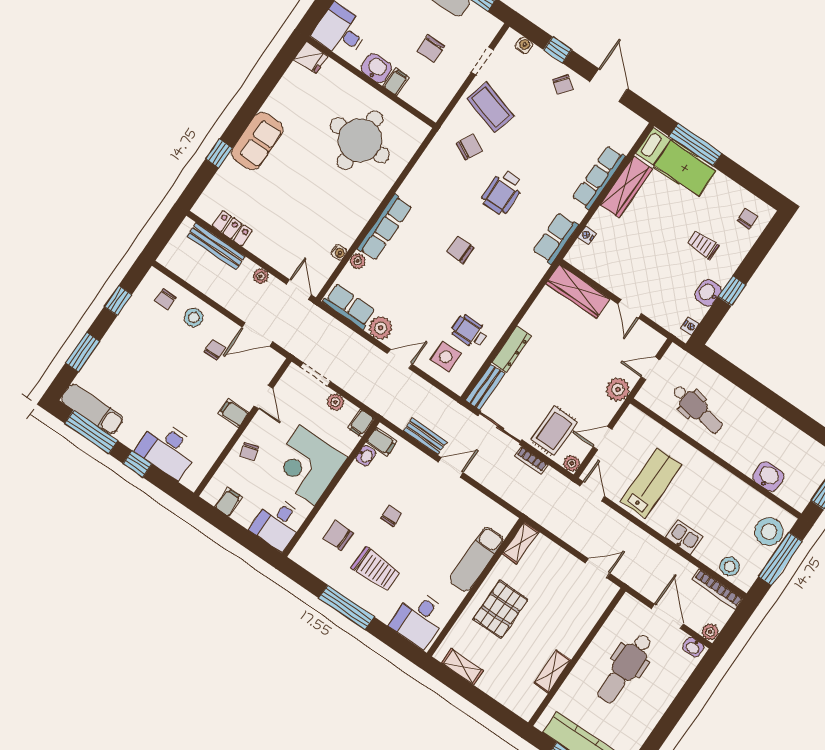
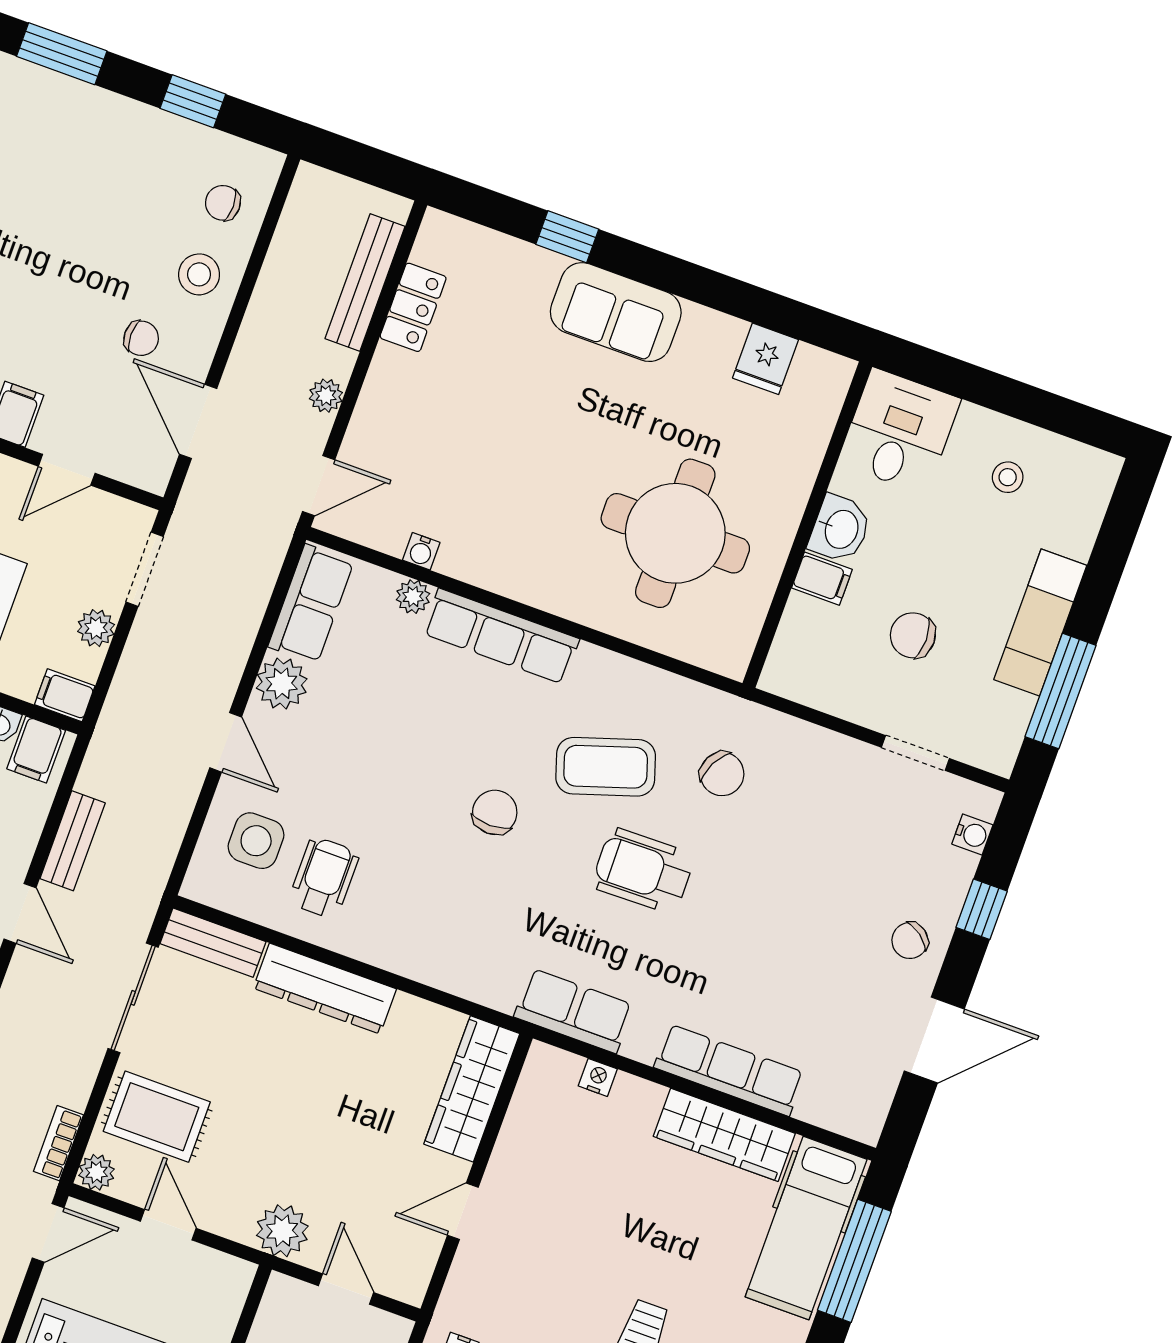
fridge: (311, 58) -> (765, 359), moved
coffee table: (490, 107) -> (606, 767), moved, turned 56
dresser: (511, 349) -> (325, 989), width x1.37, depth x1.24
bookcase: (531, 460) -> (58, 1143), moved

